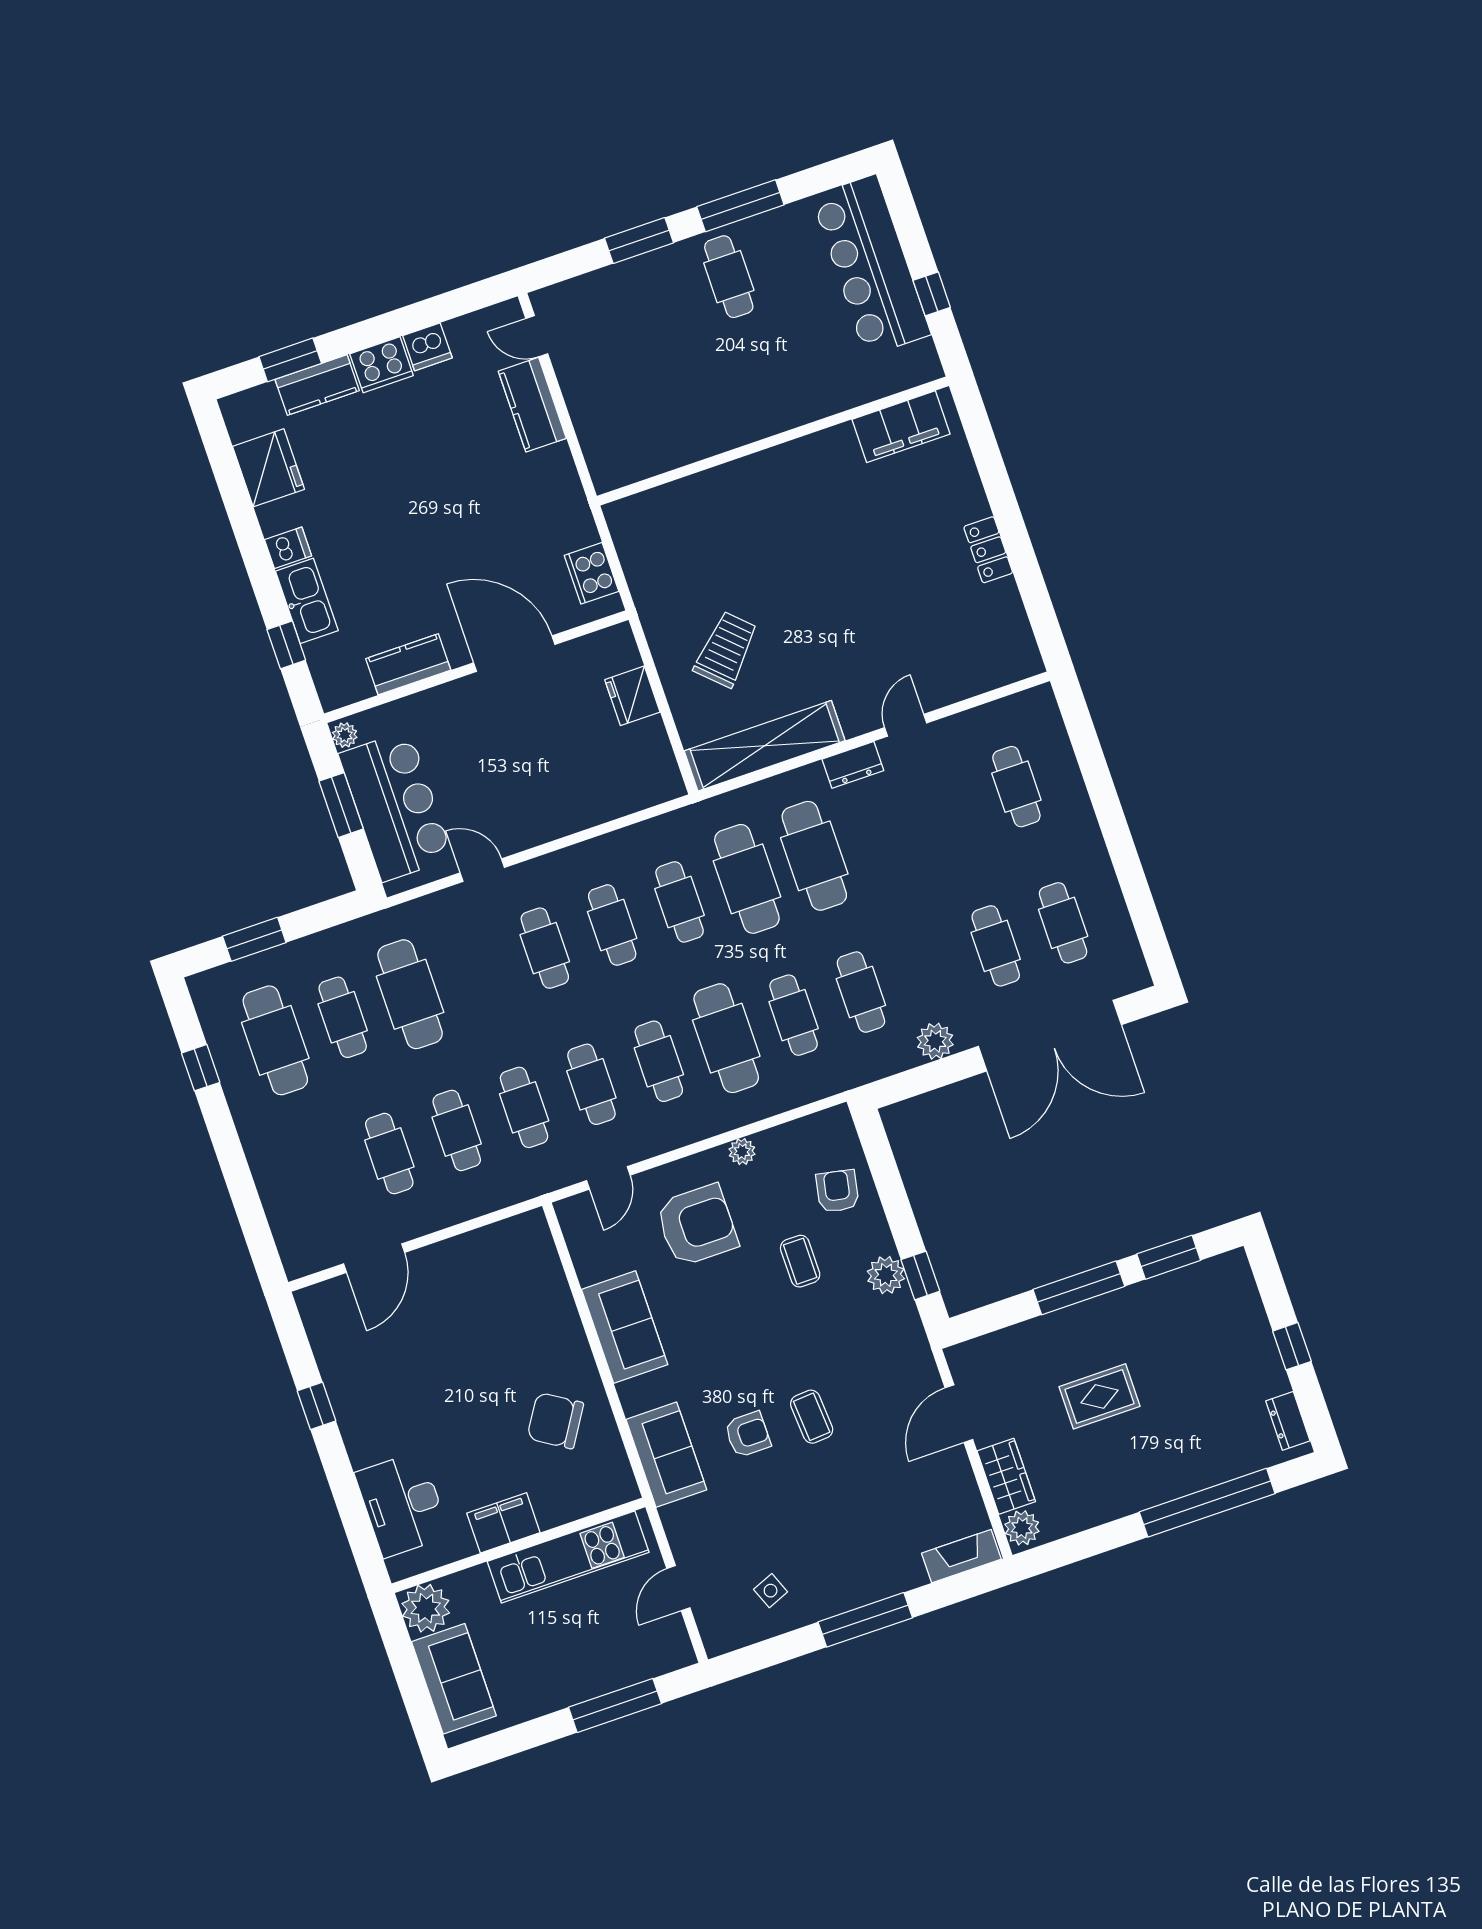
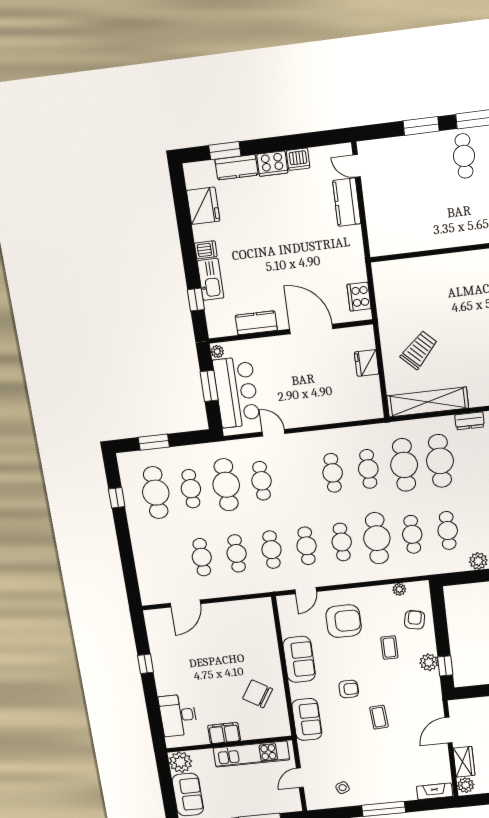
cafe table: (545, 948) -> (262, 481), moved
plant: (742, 1152) -> (399, 589), moved
armchair: (748, 1434) -> (349, 689), moved

